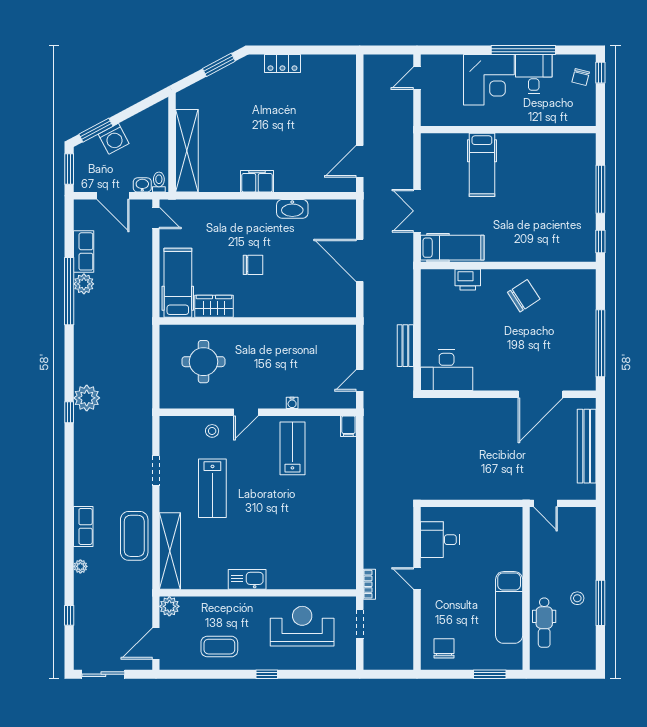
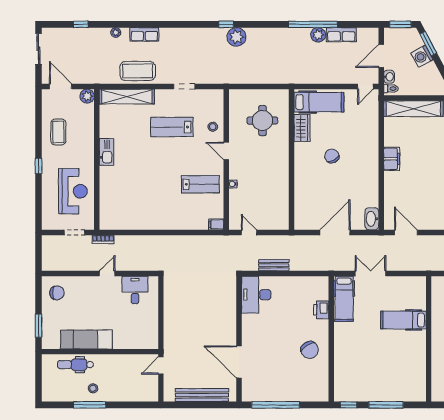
washbasin: (292, 209) -> (372, 219), moved
chair: (253, 265) -> (332, 156), turned 153

